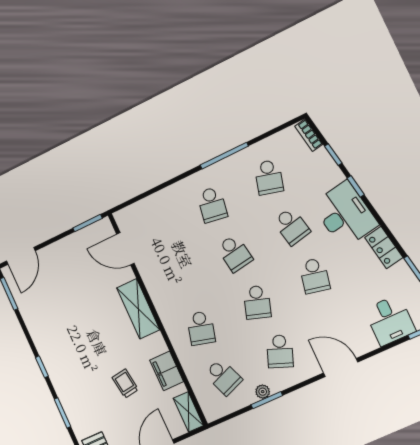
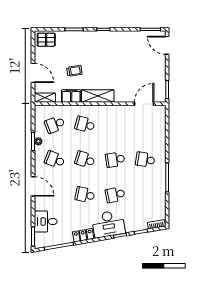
school desk: (269, 177) -> (145, 195), removed
shelving: (138, 309) -> (98, 96), moved
door: (341, 367) -> (33, 186), hinge flipped

